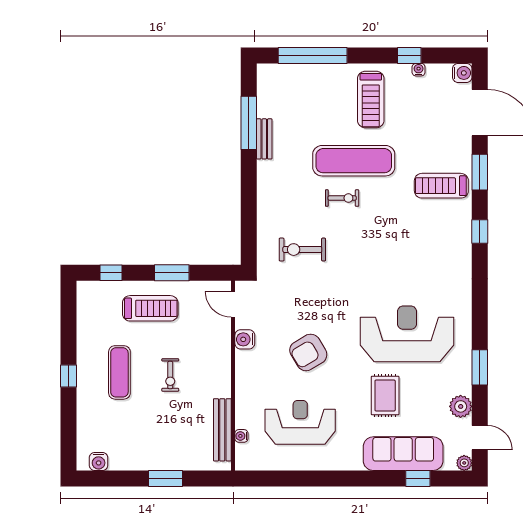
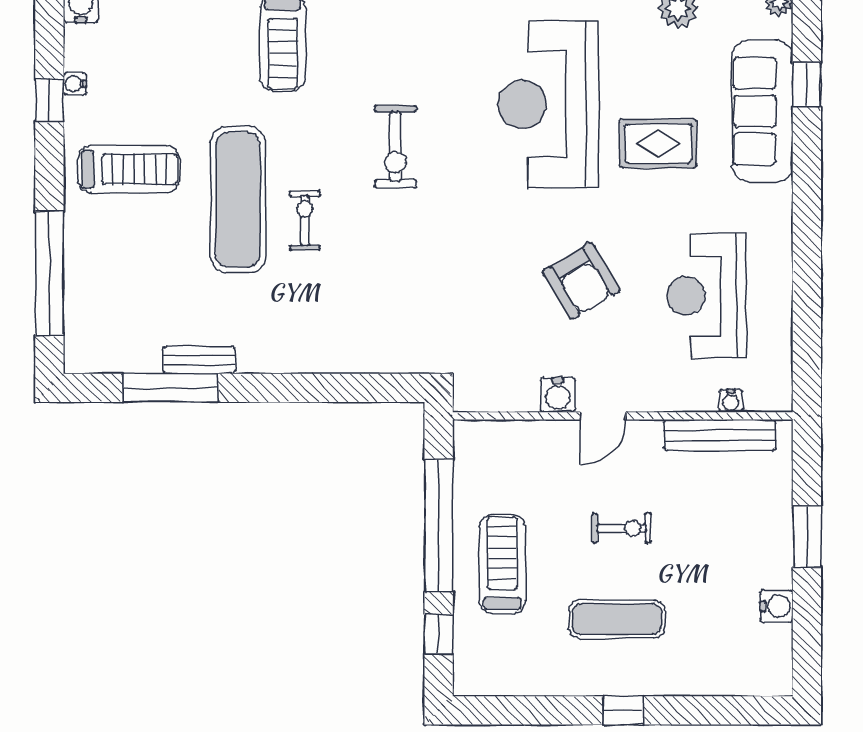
exercise bike: (302, 250) -> (395, 147), moved
window: (172, 273) -> (439, 525), width x2.11
door: (233, 304) -> (603, 416), moved
water cooler: (99, 461) -> (776, 606), moved

